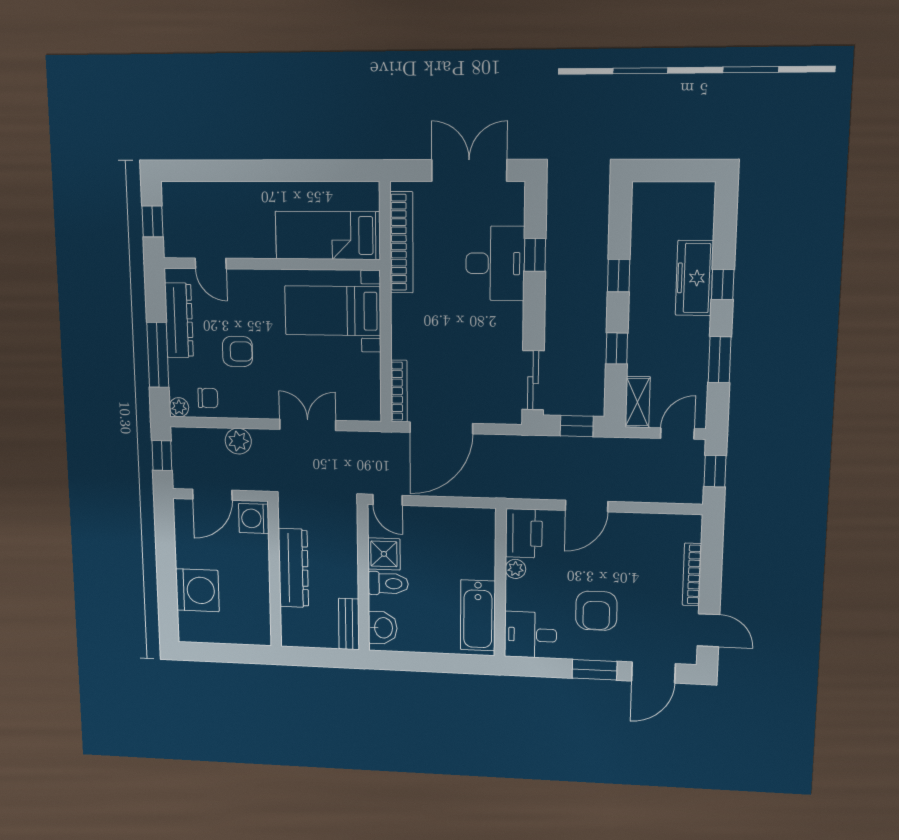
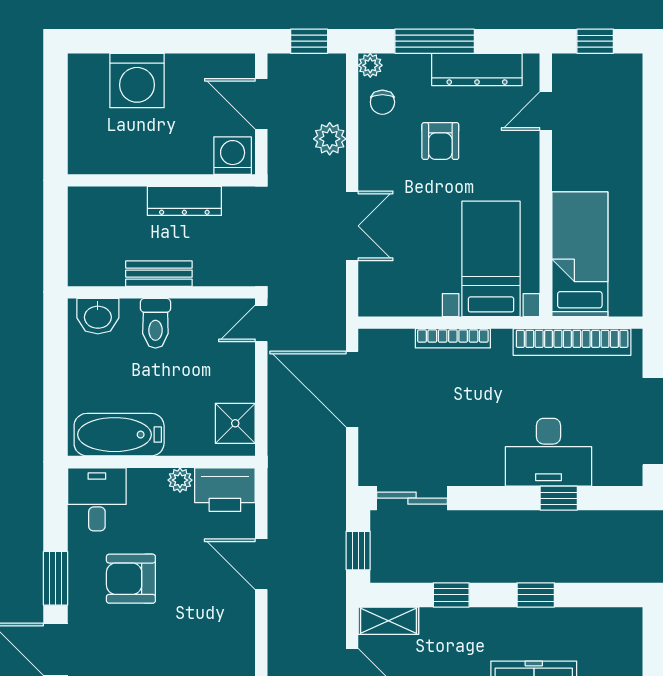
bookcase: (399, 391) -> (453, 338), moved
shower: (384, 554) -> (235, 423), moved
dresser: (293, 568) -> (184, 201), width x0.73, depth x0.80
bench: (349, 624) -> (159, 274), moved

